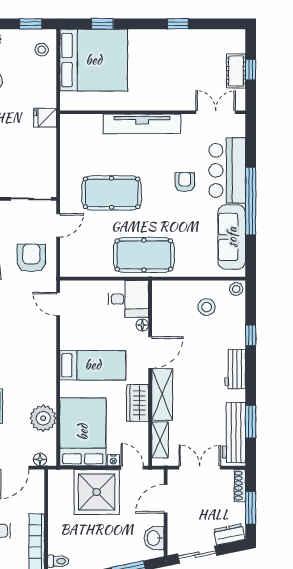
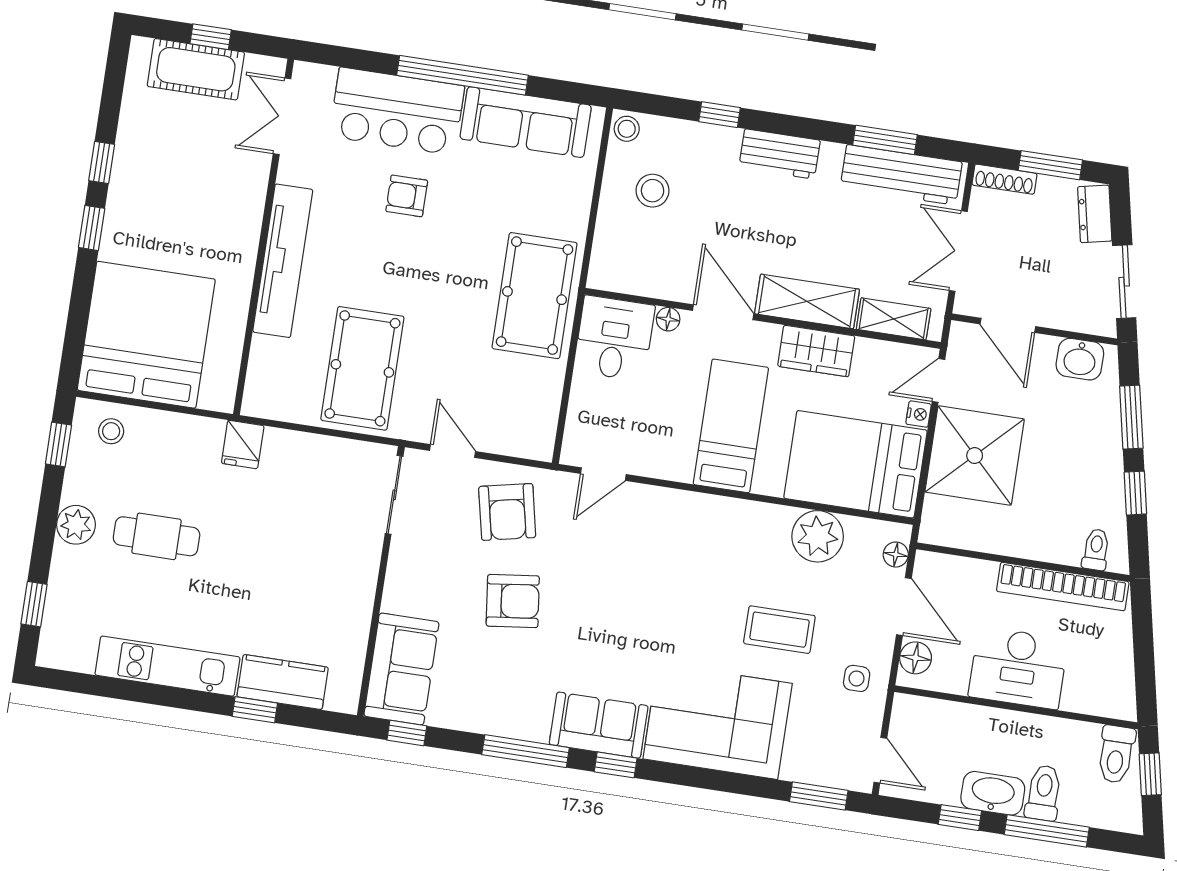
window: (102, 24) -> (92, 228), moved
cot: (236, 71) -> (196, 69), width x1.37, depth x1.34
pool table: (112, 193) -> (362, 368), moved
armchair: (31, 258) -> (507, 512), turned -102

